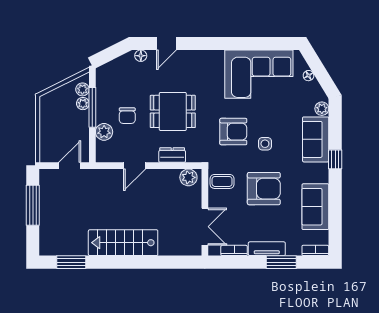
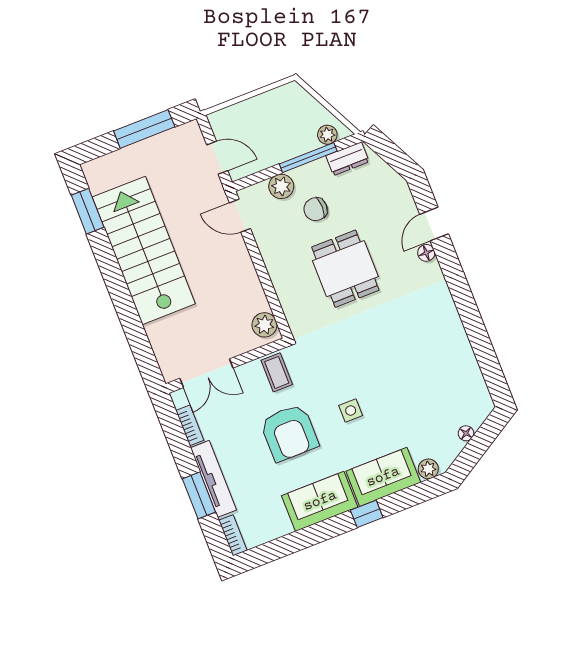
door: (167, 43) -> (434, 224), hinge flipped
floor lamp: (141, 56) -> (426, 253), moved
corner sofa: (259, 74) -> (442, 365), removed
plant: (83, 104) -> (308, 143), removed
armchair: (233, 132) -> (350, 361), removed
dresser: (172, 155) -> (347, 159), moved, turned 90
door: (135, 166) -> (240, 216), moved
sofa: (315, 207) -> (320, 501), moved
stairs: (123, 243) -> (144, 250), width x1.36, depth x1.51
tv unit: (267, 249) -> (213, 479), width x1.41

